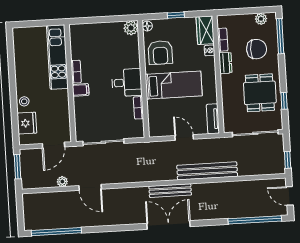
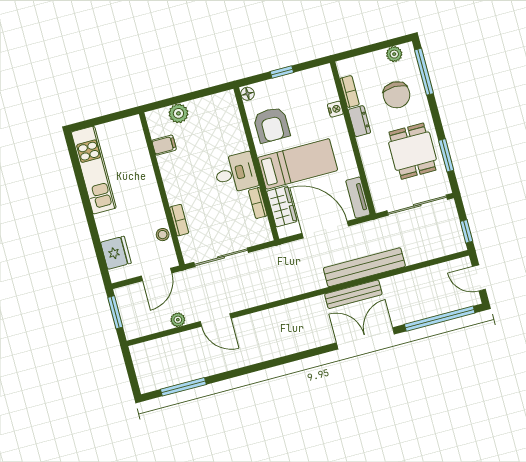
plant: (131, 28) -> (178, 113), moved
wardrobe: (205, 30) -> (282, 206), moved, turned 180
chair: (257, 49) -> (397, 95), turned 90
kitchen unit: (57, 57) -> (94, 170), moved, turned 180
bookcase: (76, 72) -> (179, 220), moved
filing cabinet: (81, 90) -> (164, 145), moved
stool: (24, 101) -> (163, 235), moved
window: (284, 101) -> (446, 155), width x1.50
door: (184, 137) -> (325, 230), width x1.88
bench: (170, 191) -> (353, 294), moved
double door: (169, 225) -> (365, 338), moved
window: (56, 232) -> (183, 387), width x0.68

